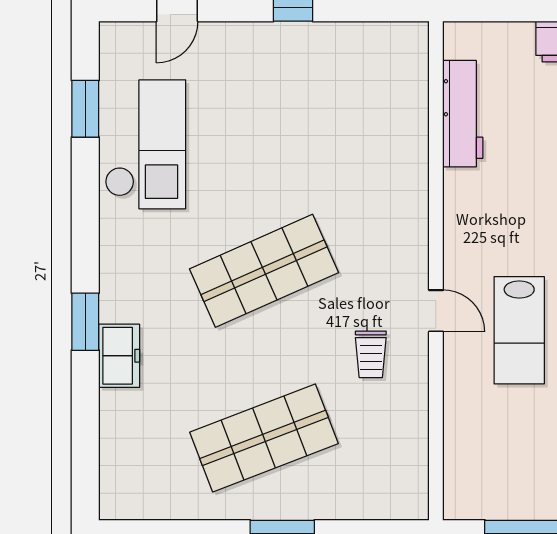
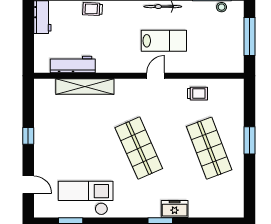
shelving: (410, 142) -> (85, 87), added
trolley: (371, 354) -> (198, 94), moved

